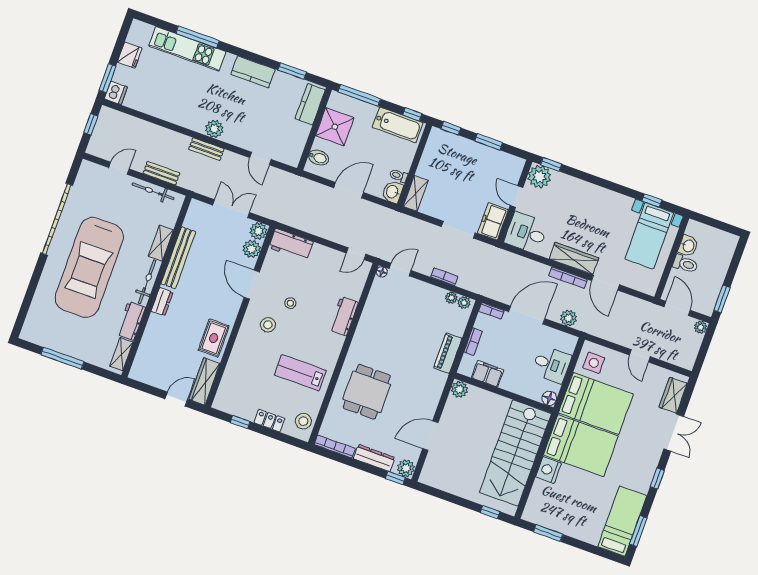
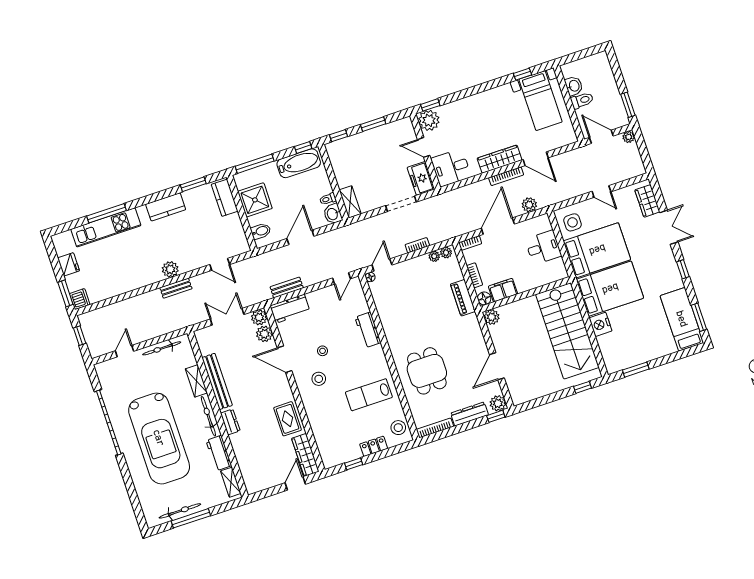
bench: (161, 173) -> (287, 287), moved
bicycle: (58, 344) -> (180, 511), added
floor lamp: (549, 398) -> (484, 298), moved

